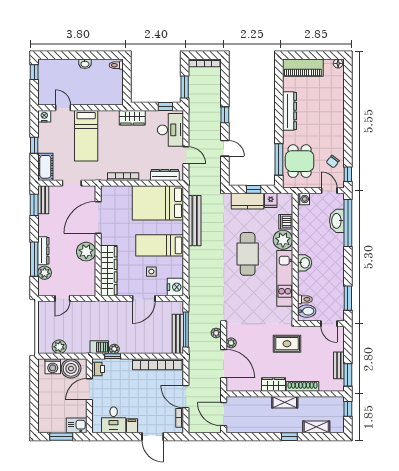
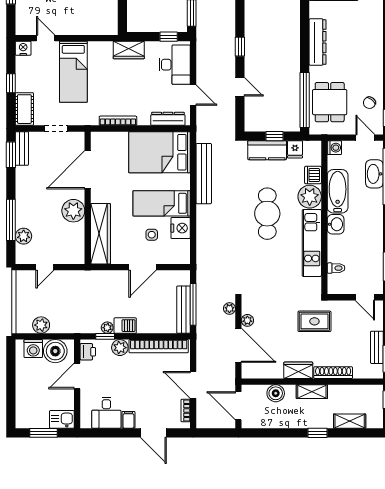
window: (279, 159) -> (305, 100), width x1.46
bathtub: (306, 235) -> (338, 191), added
dresser: (43, 251) -> (22, 210), removed
nightstand: (175, 287) -> (181, 228), moved
bidet: (307, 311) -> (338, 282), removed
barbecue: (99, 347) -> (125, 326), moved
plant: (125, 365) -> (120, 348), added
boiler: (255, 404) -> (276, 393), added

